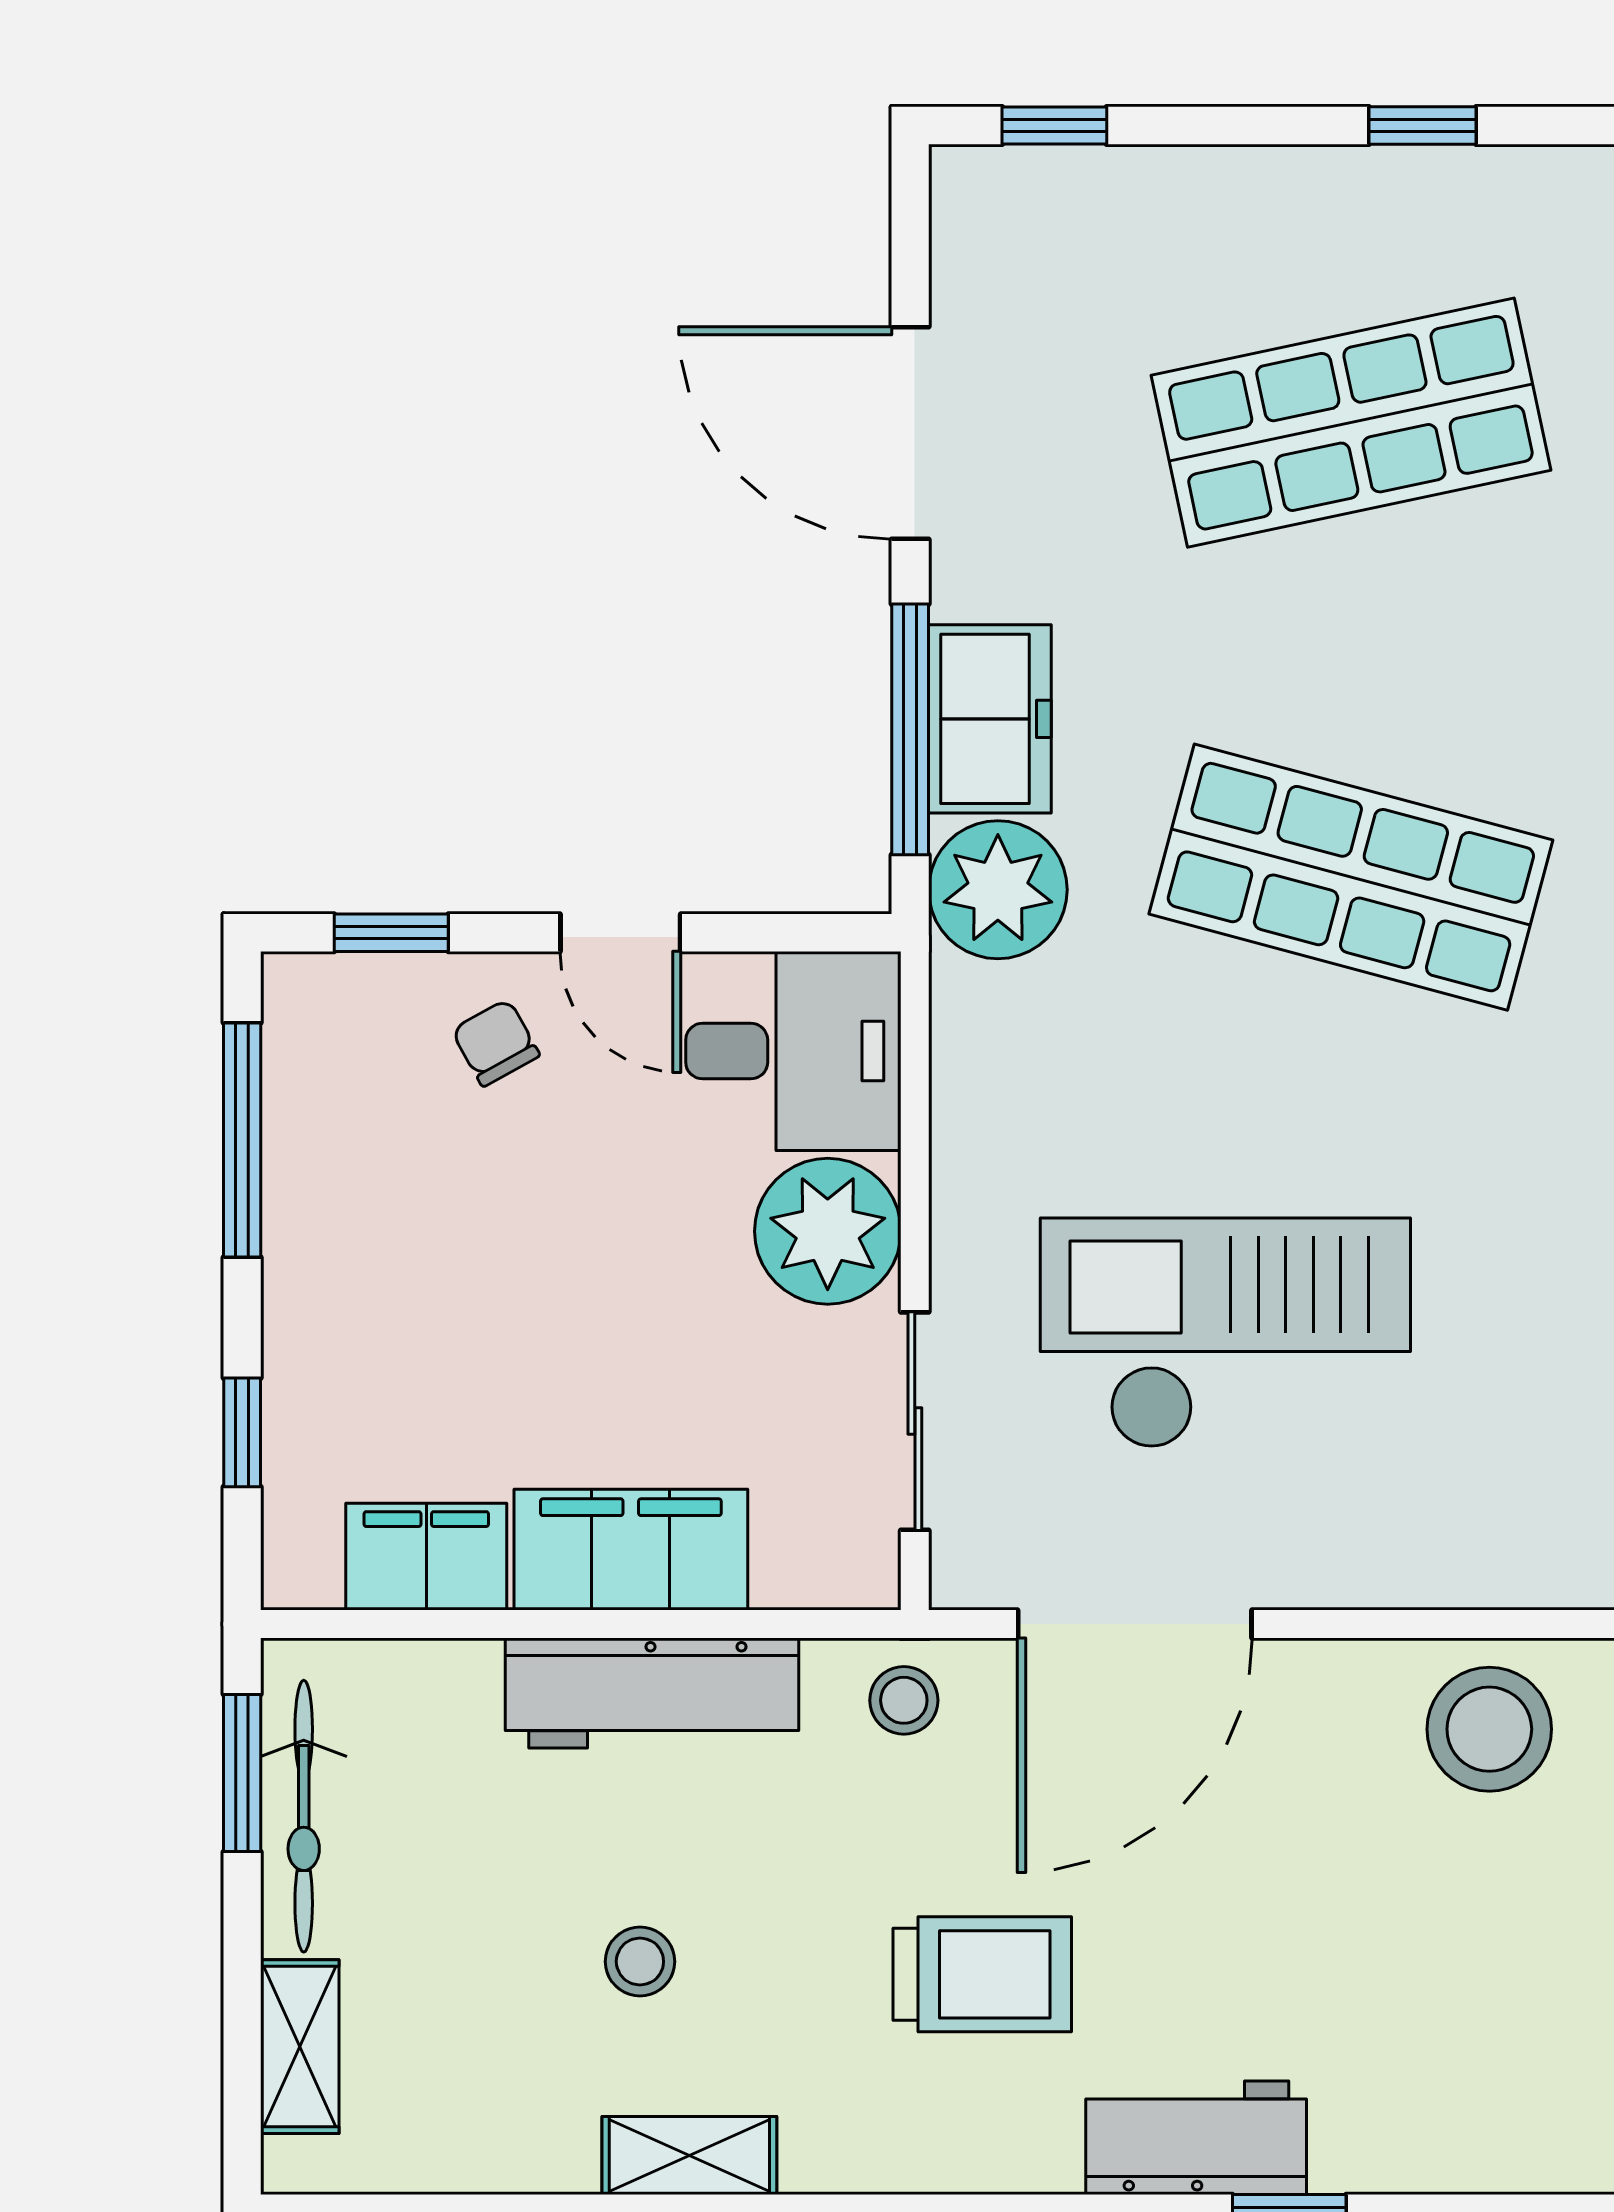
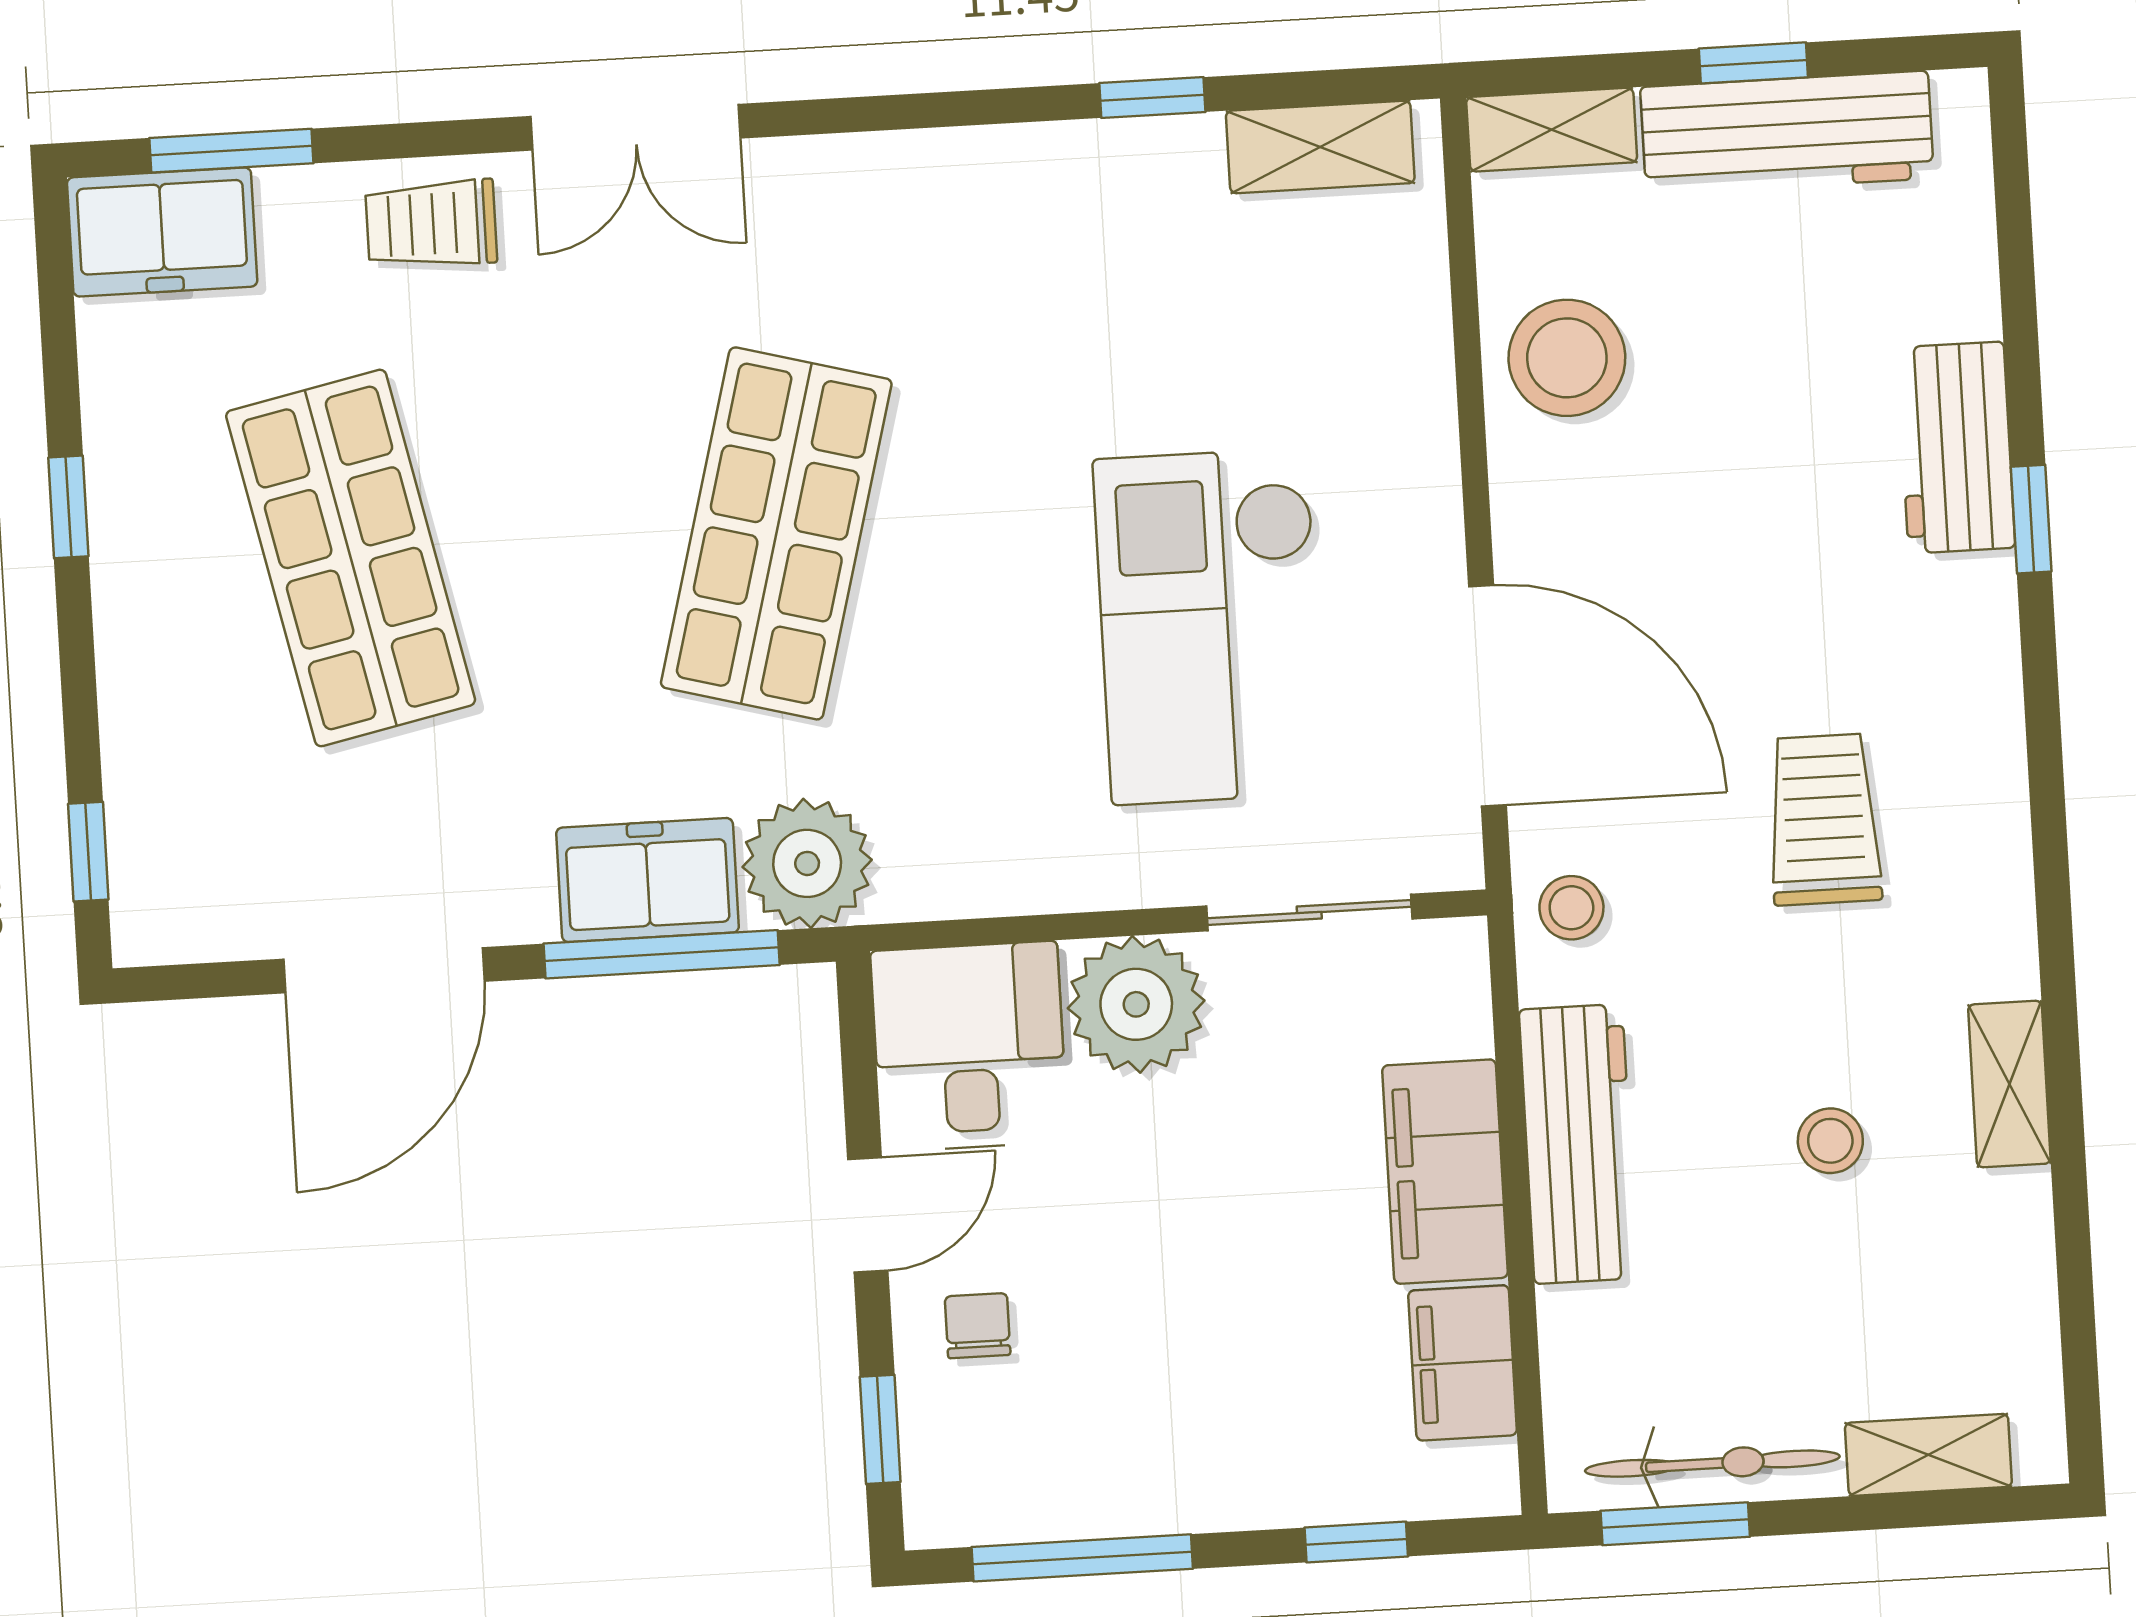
chair: (496, 1043) -> (978, 1326), turned 119
workbench: (1196, 2138) -> (1956, 448), moved

